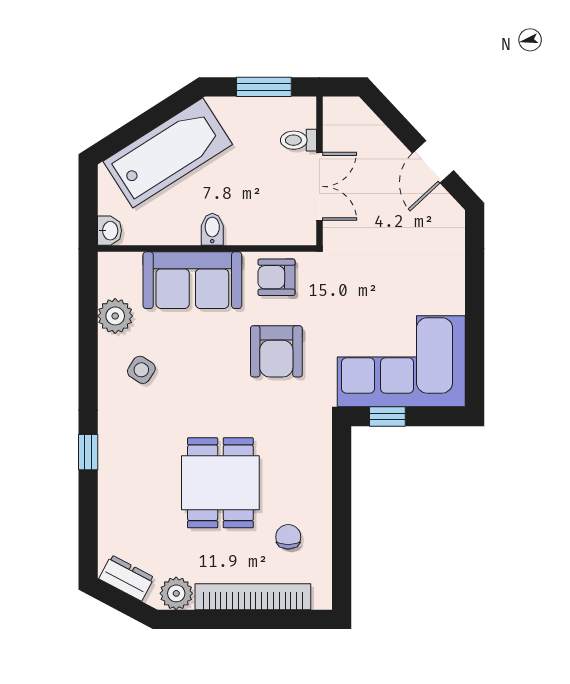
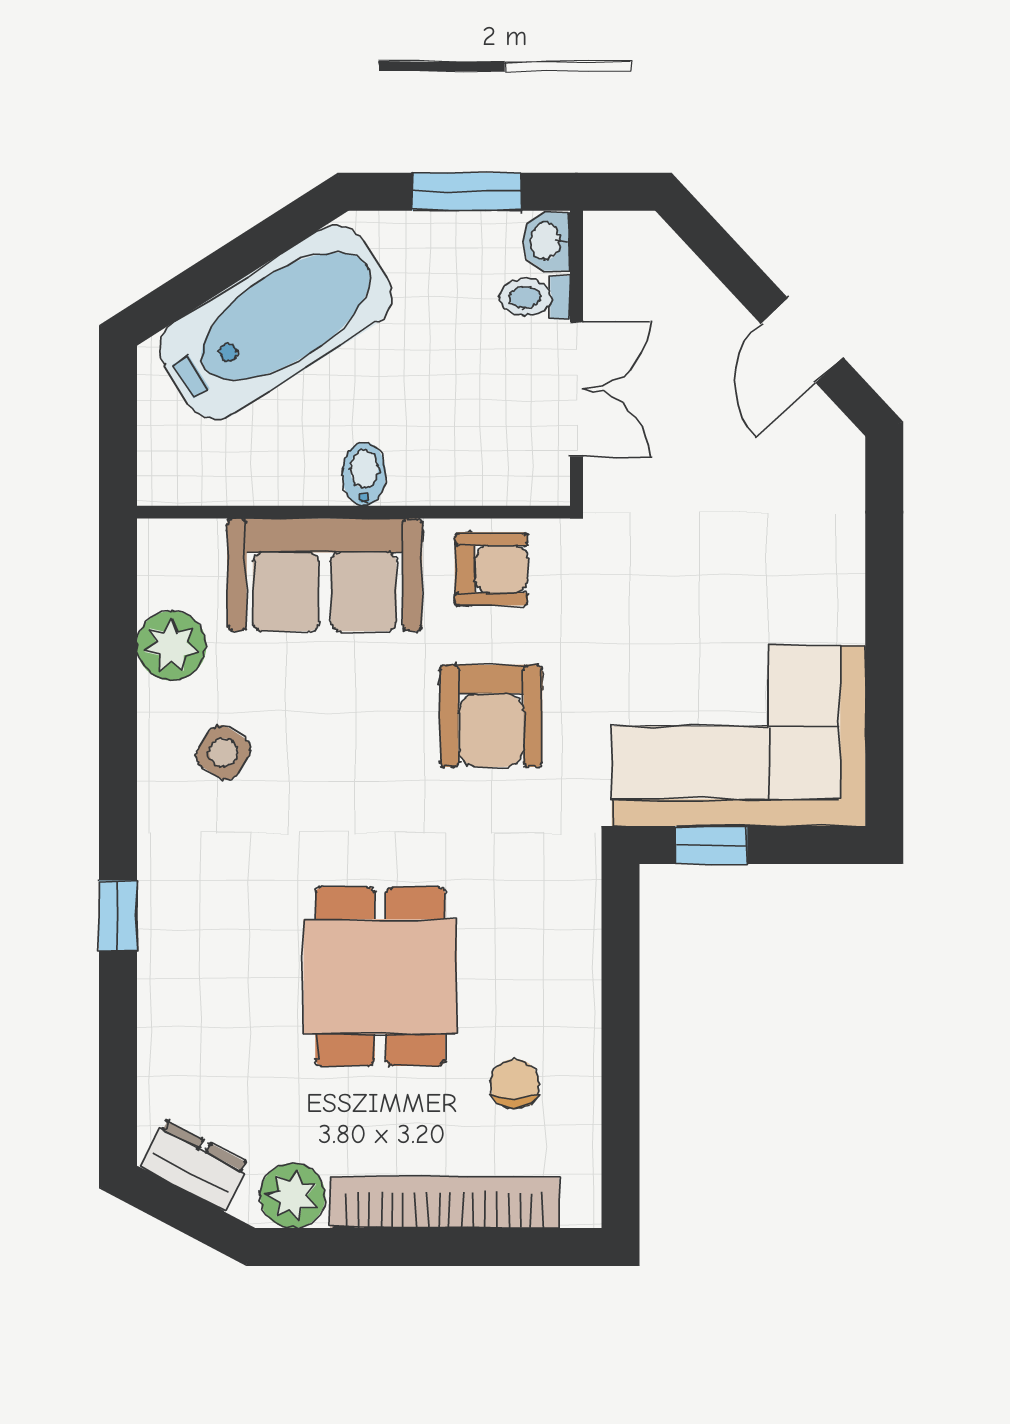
washbasin: (110, 231) -> (547, 241), moved, turned 180
armchair: (276, 277) -> (491, 569), turned 180

